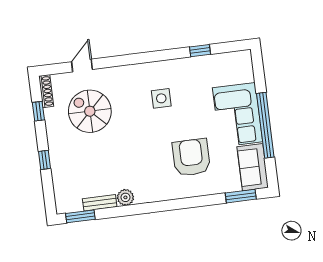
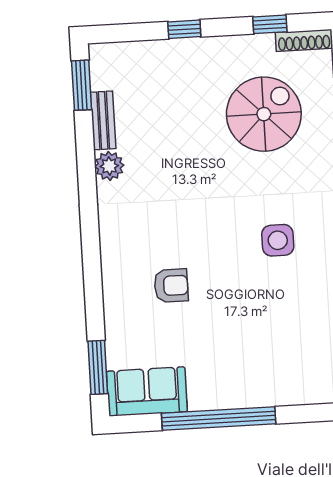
corner sofa: (238, 115) -> (240, 371), removed
armchair: (191, 157) -> (171, 286), width x0.53, depth x0.53

